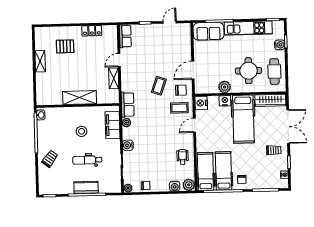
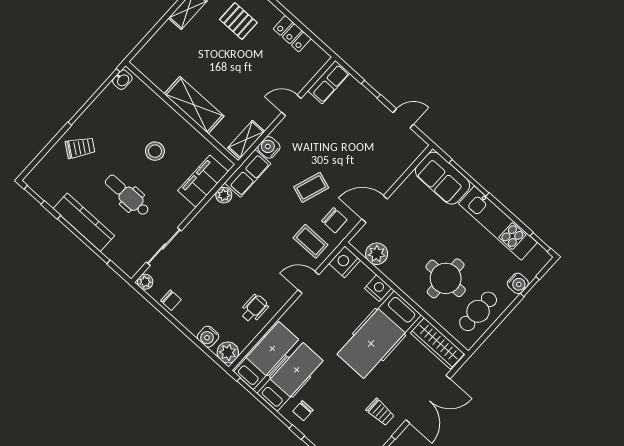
shelving: (114, 78) -> (246, 140), moved
plant: (225, 87) -> (377, 254), moved
water cooler: (128, 145) -> (269, 147), moved
kitchen counter: (86, 188) -> (84, 222), width x1.50

